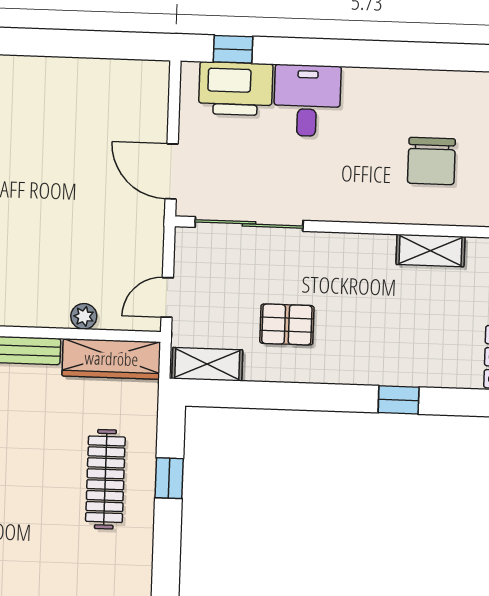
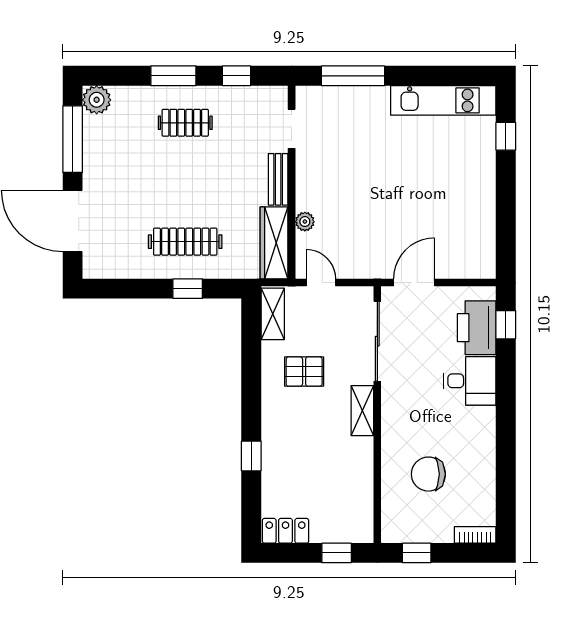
shelving: (430, 250) -> (362, 411), moved
pallet: (287, 324) -> (304, 372), turned 90

